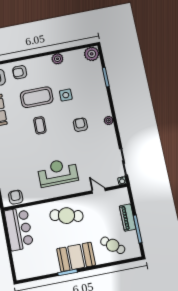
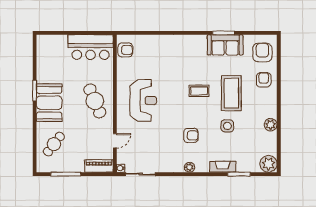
fireplace: (102, 92) -> (223, 167), added
cafe table: (66, 216) -> (95, 101), turned -36
piano: (128, 218) -> (99, 166), moved

